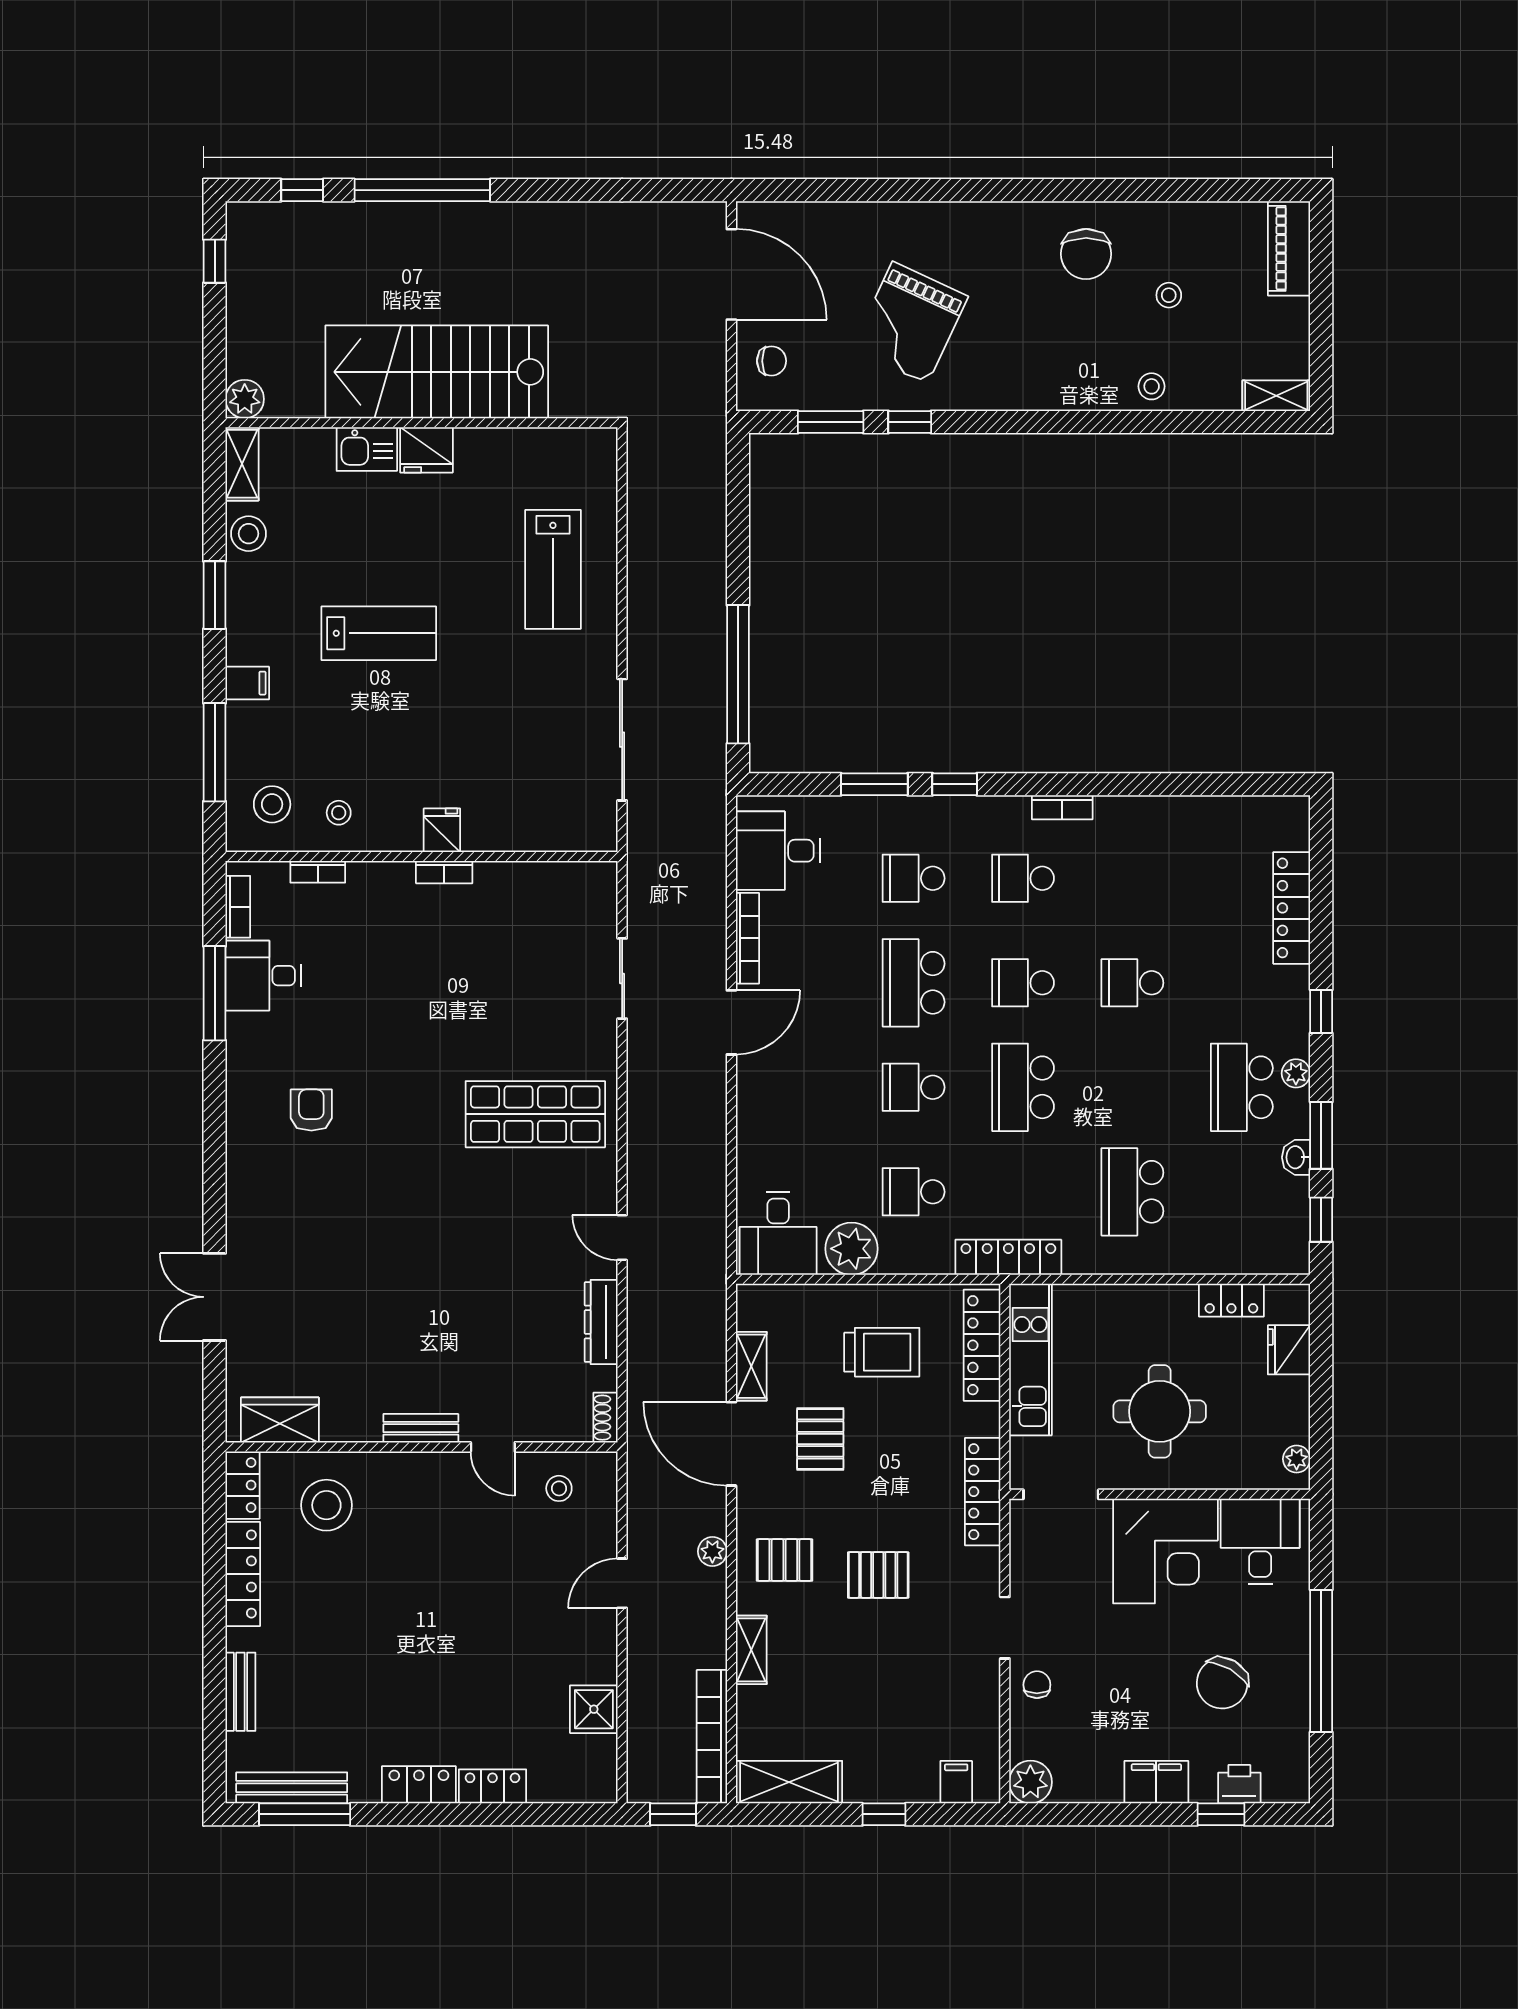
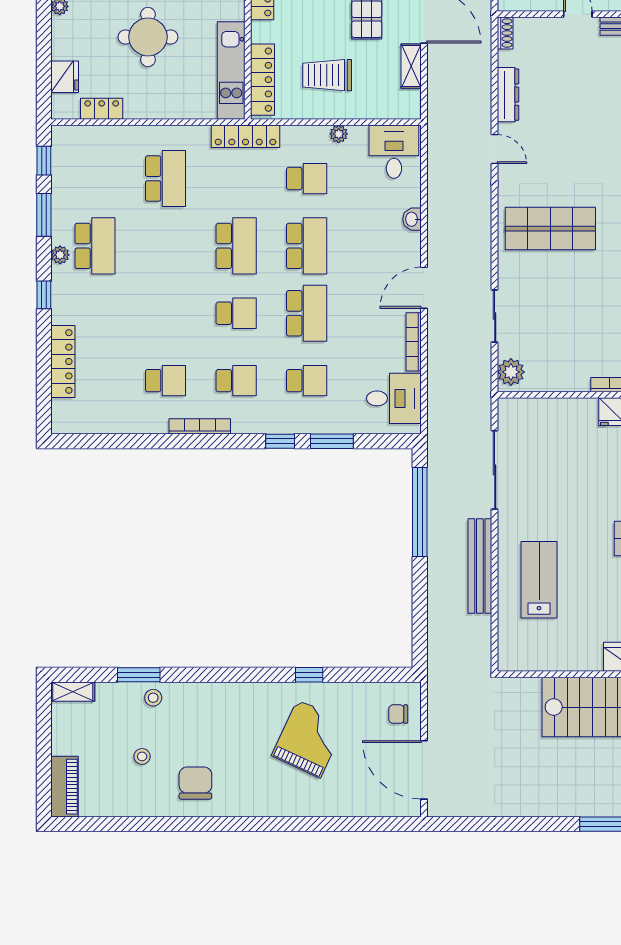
window: (831, 422) -> (139, 675), moved
bench: (645, 591) -> (480, 566), added
bookcase: (1062, 807) -> (200, 426), width x1.56
plant: (596, 892) -> (511, 372), added
school desk: (1132, 983) -> (166, 381), moved
school desk: (914, 1087) -> (307, 246), width x1.85
washbasin: (1296, 1157) -> (412, 219), moved, turned 180
plant: (851, 1249) -> (339, 134), width x0.53, depth x0.53

